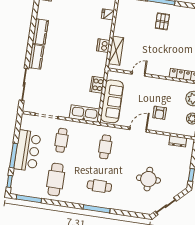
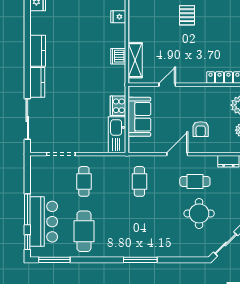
sofa: (112, 101) -> (139, 117), width x0.73
kitchen sink: (84, 114) -> (117, 135), moved, turned -90
bar counter: (27, 151) -> (44, 222), moved
cafe table: (99, 186) -> (195, 181), moved

